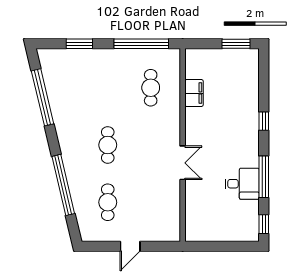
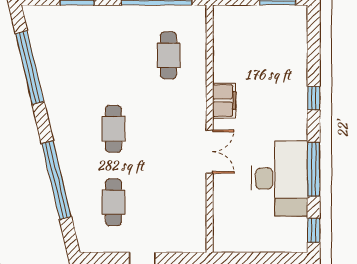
filing cabinet: (194, 93) -> (224, 100), moved
desk: (242, 184) -> (279, 178), width x1.87, depth x1.30

